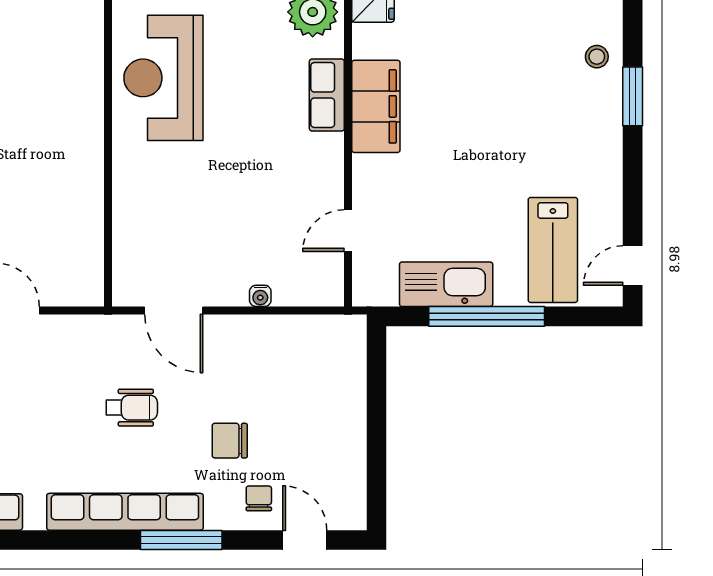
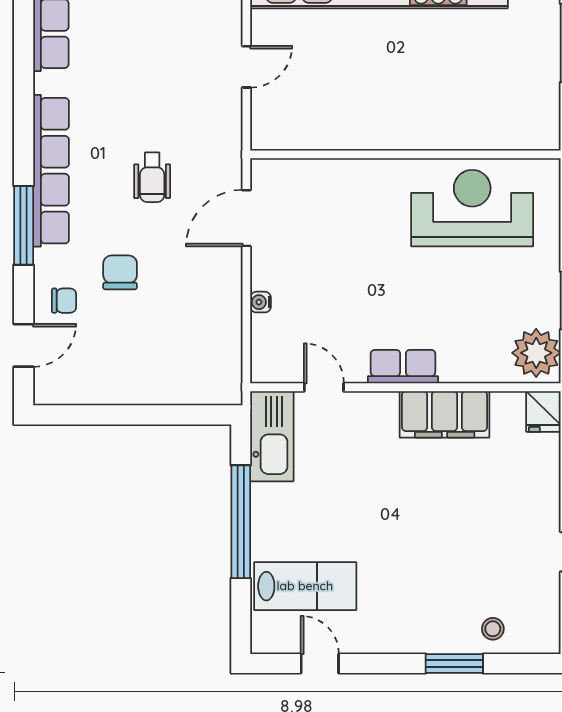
row of seats: (327, 95) -> (403, 367), moved
lab bench: (553, 250) -> (305, 586), turned 180
door: (633, 266) -> (320, 664), moved
kitchen sink: (446, 284) -> (272, 436), moved

